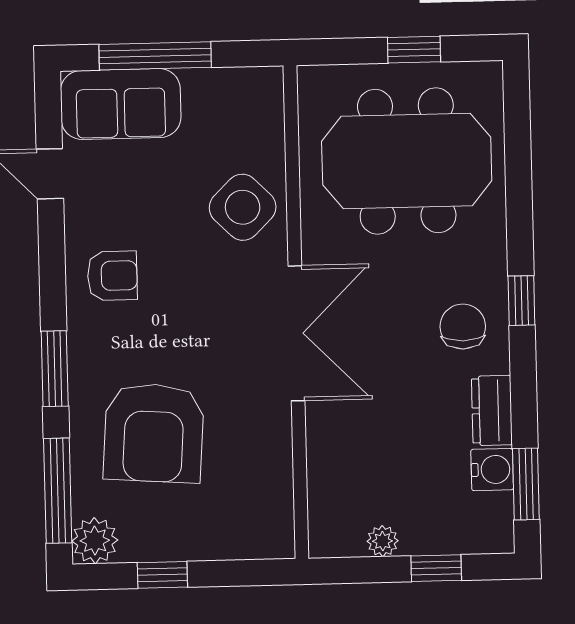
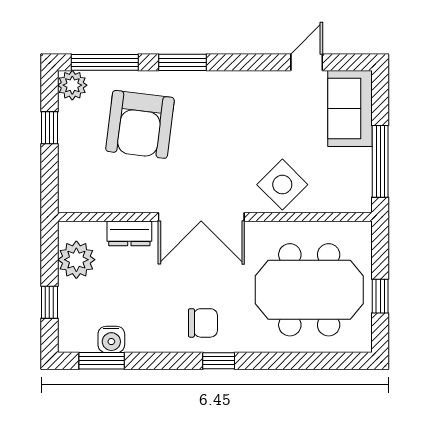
window: (155, 56) -> (380, 161), moved
meeting table: (407, 161) -> (309, 290), turned 90
armchair: (112, 276) -> (241, 100), removed
dresser: (492, 411) -> (129, 233), moved, turned 180
armchair: (154, 433) -> (140, 124), turned -87
plant: (383, 541) -> (76, 260), width x1.87, depth x1.87

